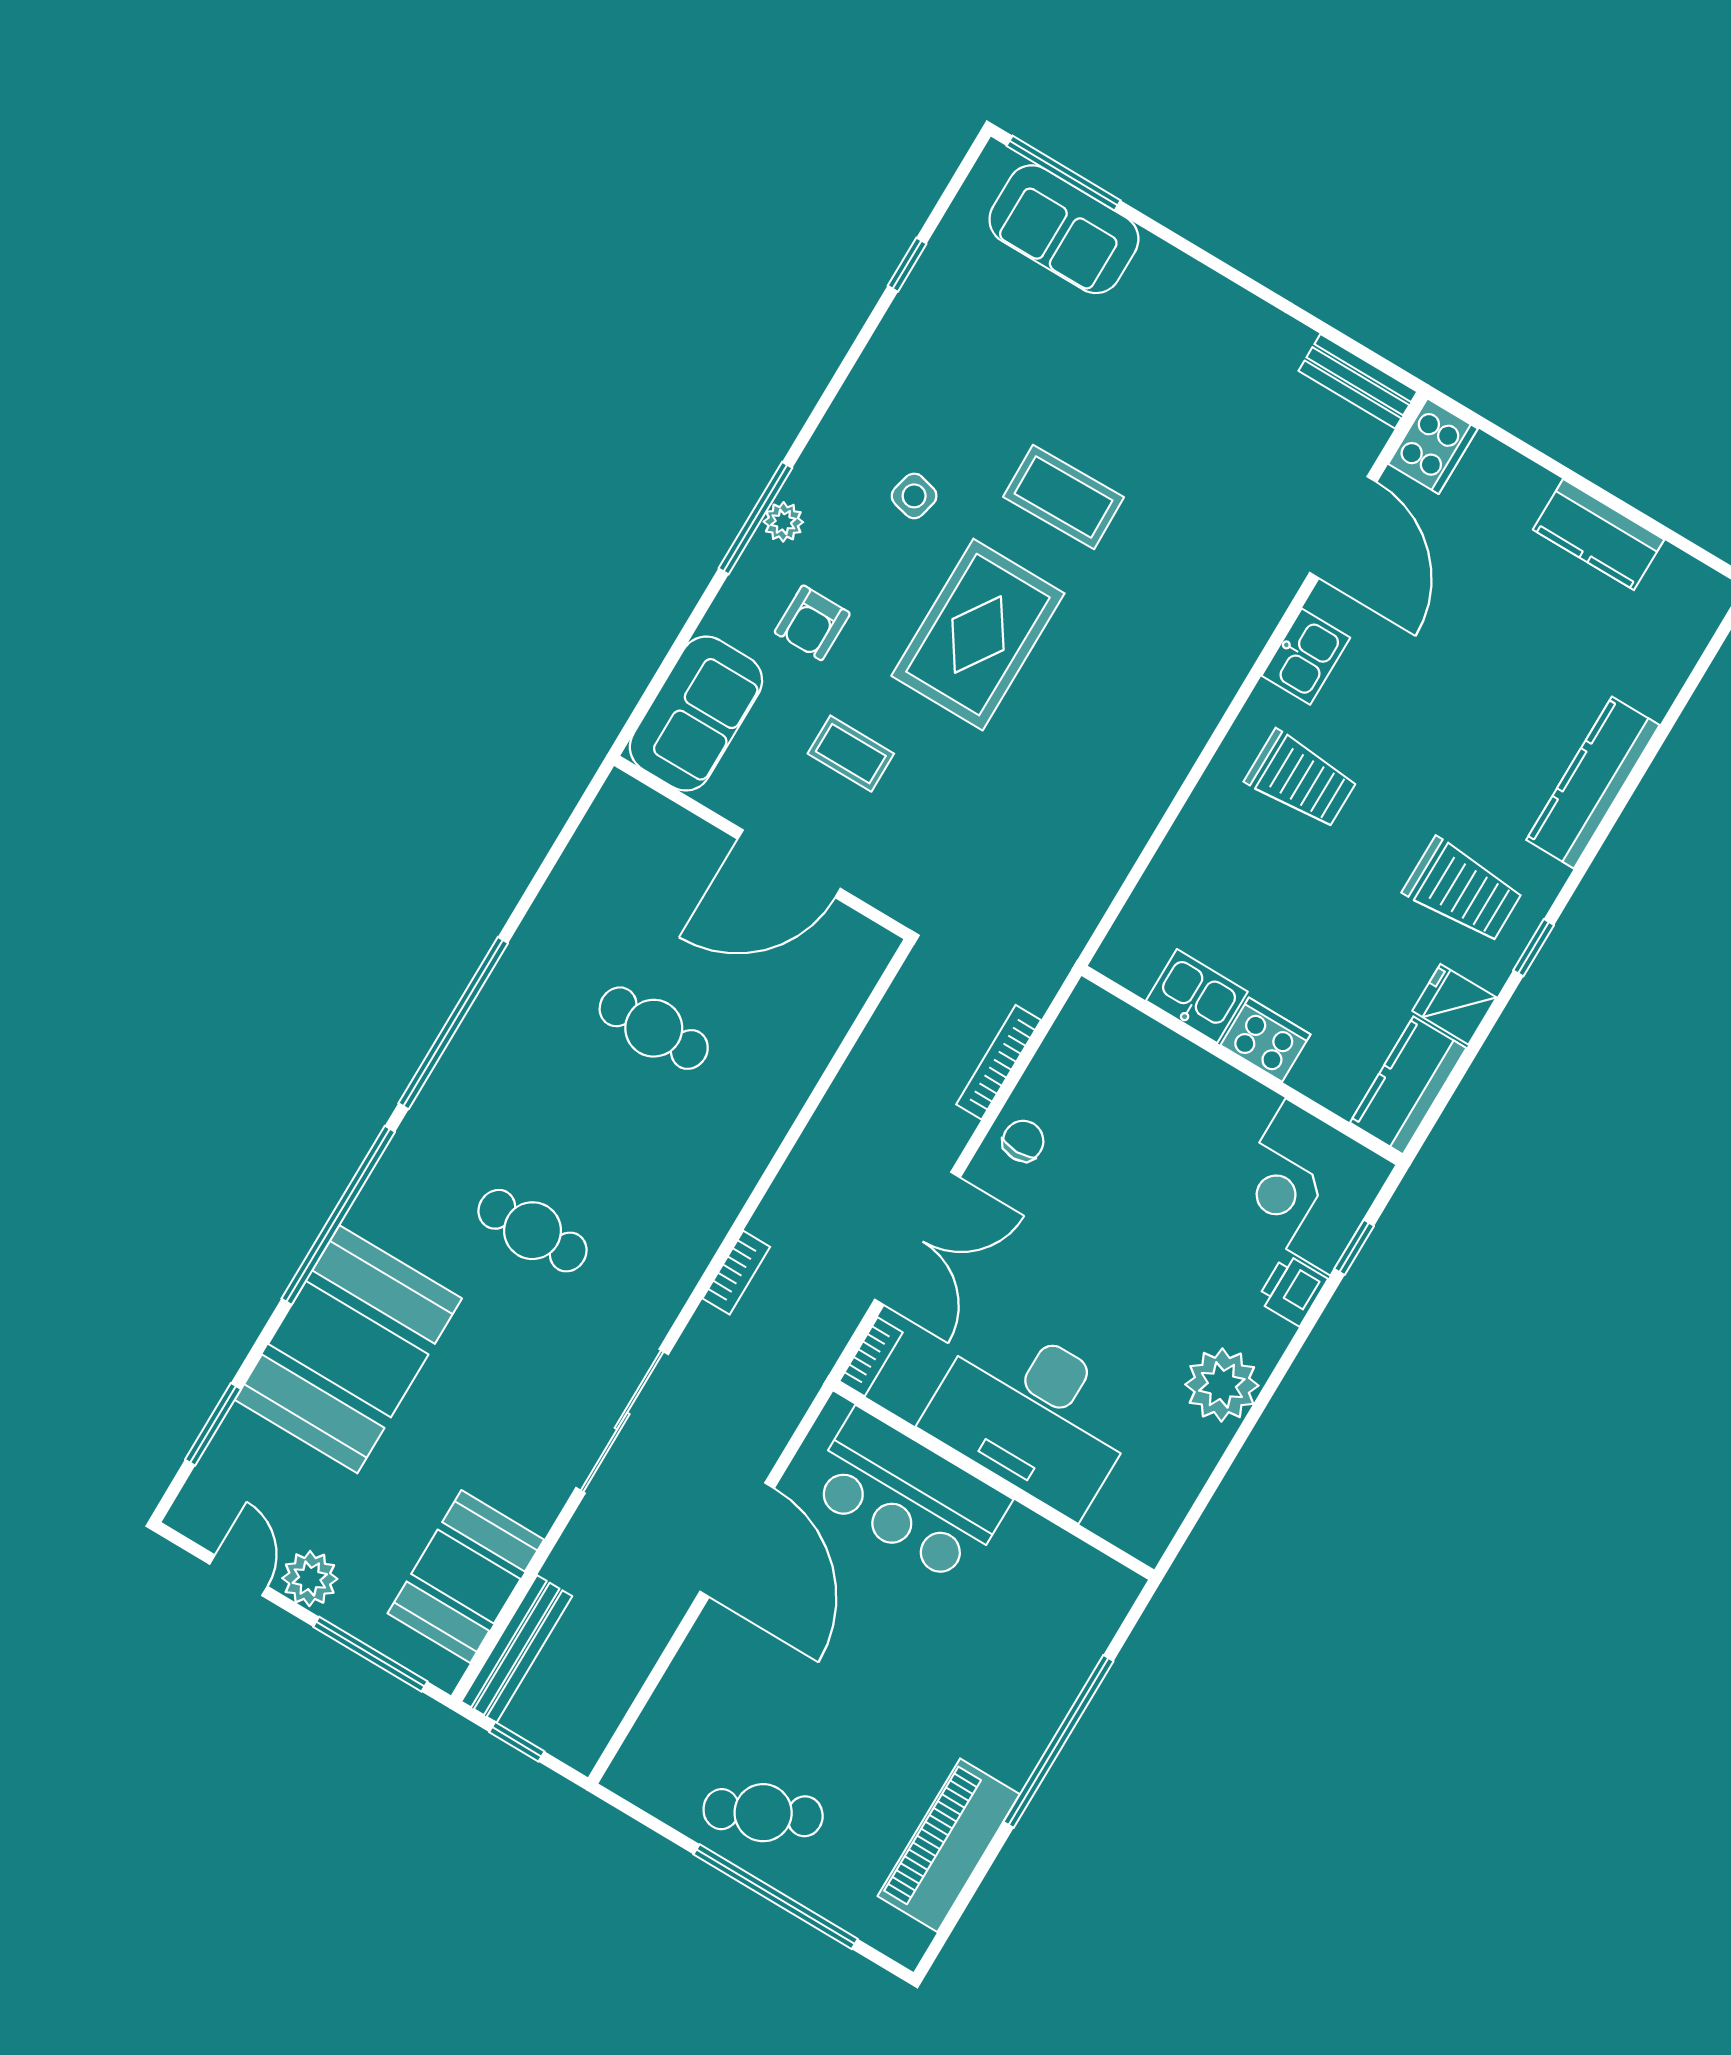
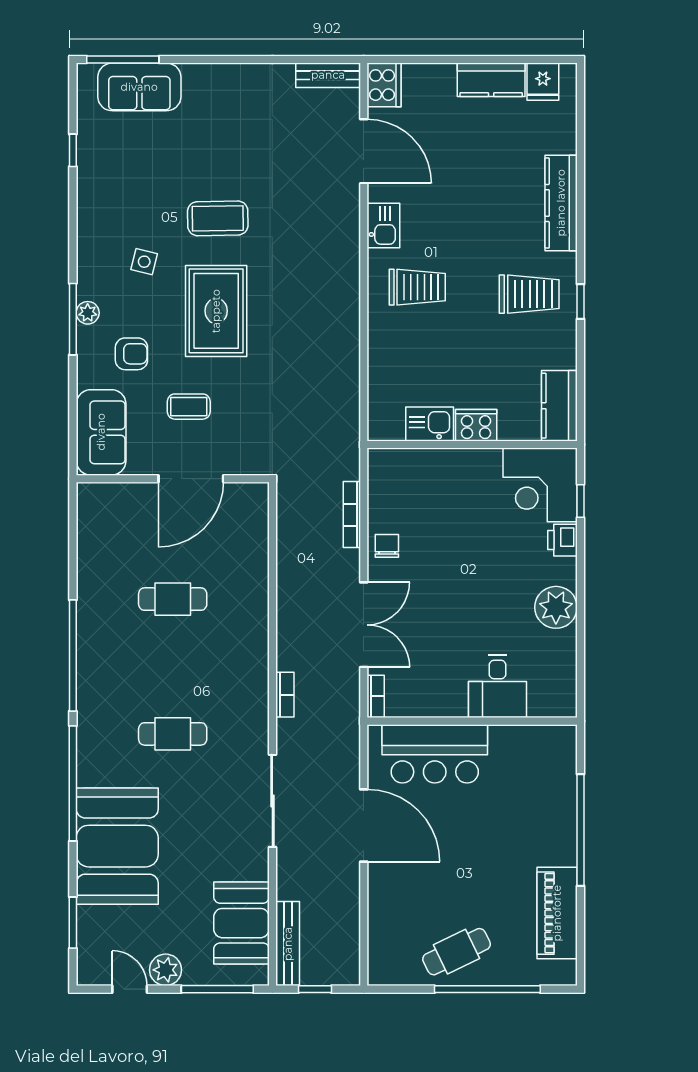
armchair: (812, 623) -> (131, 354), turned -90
fridge: (1454, 1004) -> (543, 82), moved, turned -90
desk: (1033, 1414) -> (498, 686), width x0.53, depth x0.77

